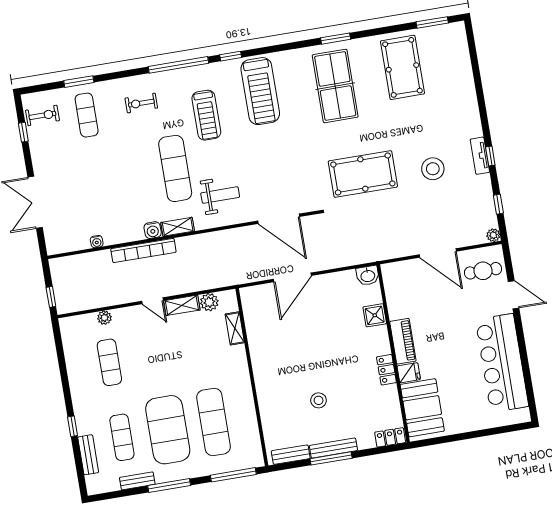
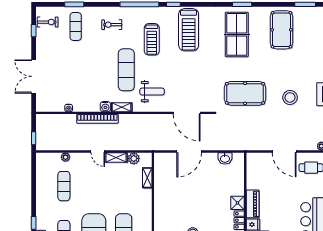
washbasin: (368, 276) -> (225, 158), moved
shower: (375, 315) -> (237, 203), moved

